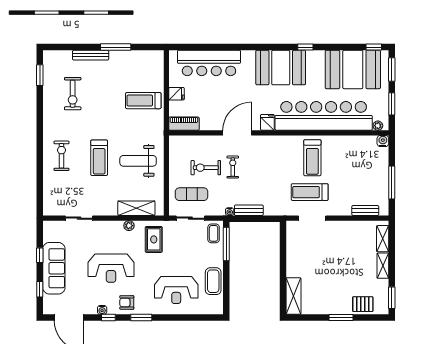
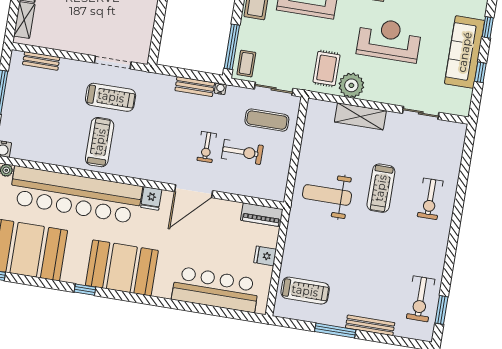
exercise bike: (73, 94) -> (421, 299), moved, turned 180
treadmill: (143, 101) -> (305, 291), moved
treadmill: (99, 158) -> (381, 188), turned 180
weight bench: (138, 161) -> (327, 195), moved, turned 180
shelving: (136, 208) -> (360, 116), moved
plant: (129, 226) -> (351, 85), width x1.88, depth x1.88

